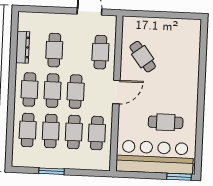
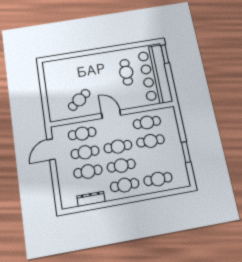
cafe table: (51, 131) -> (85, 152), moved

